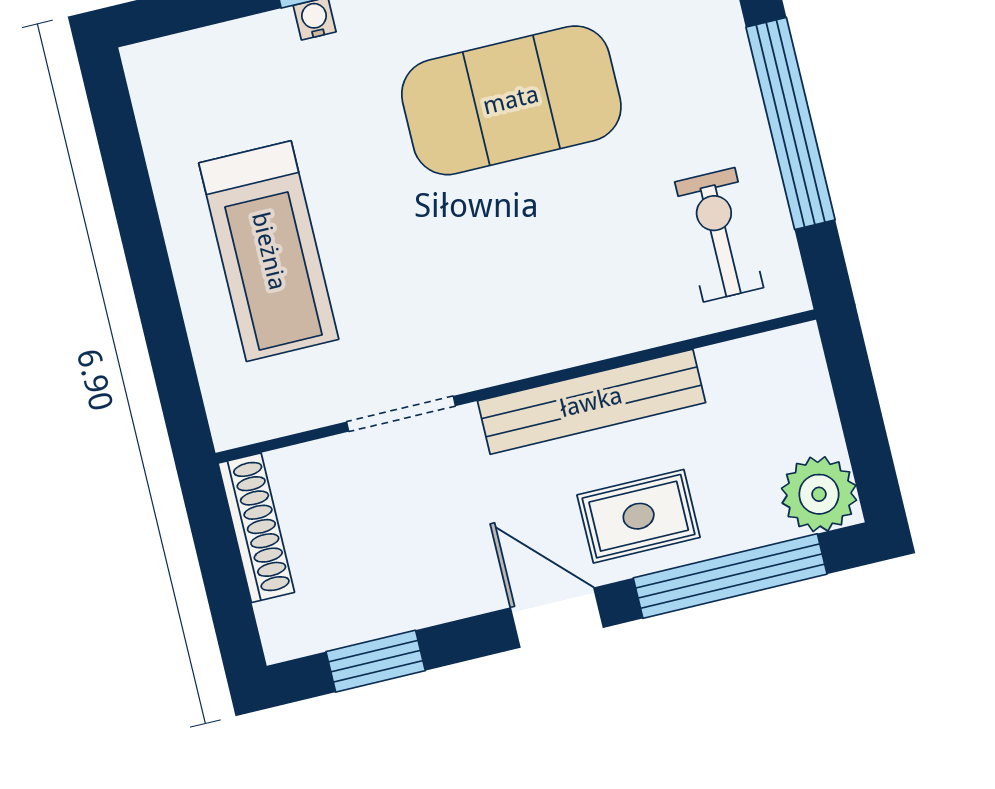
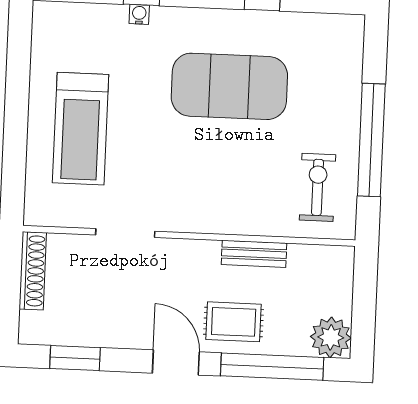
bench: (591, 402) -> (254, 254), width x0.54, depth x0.82

